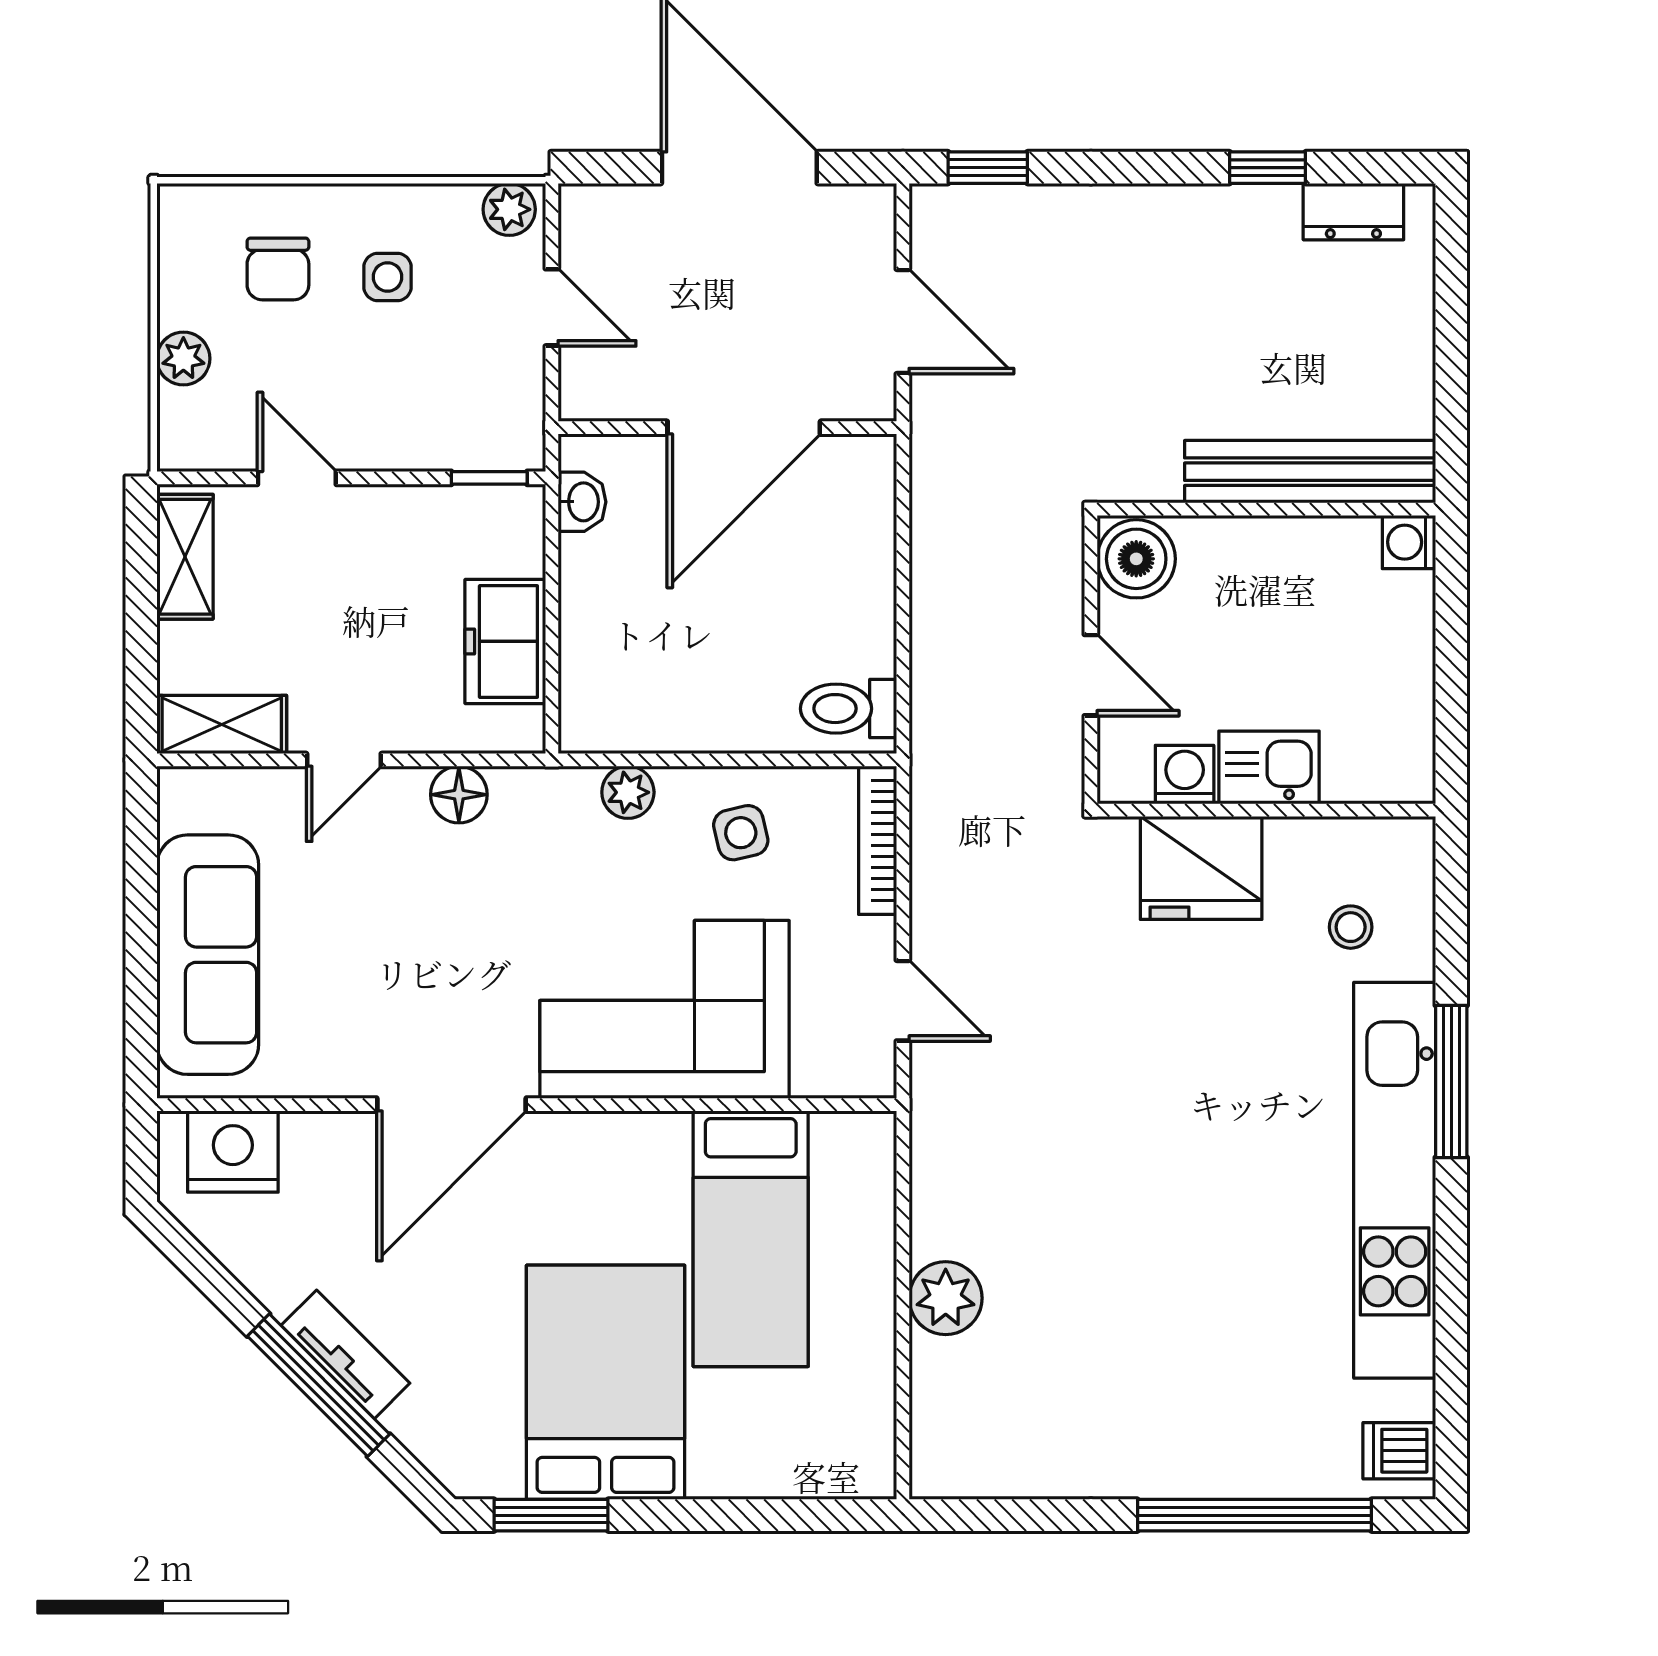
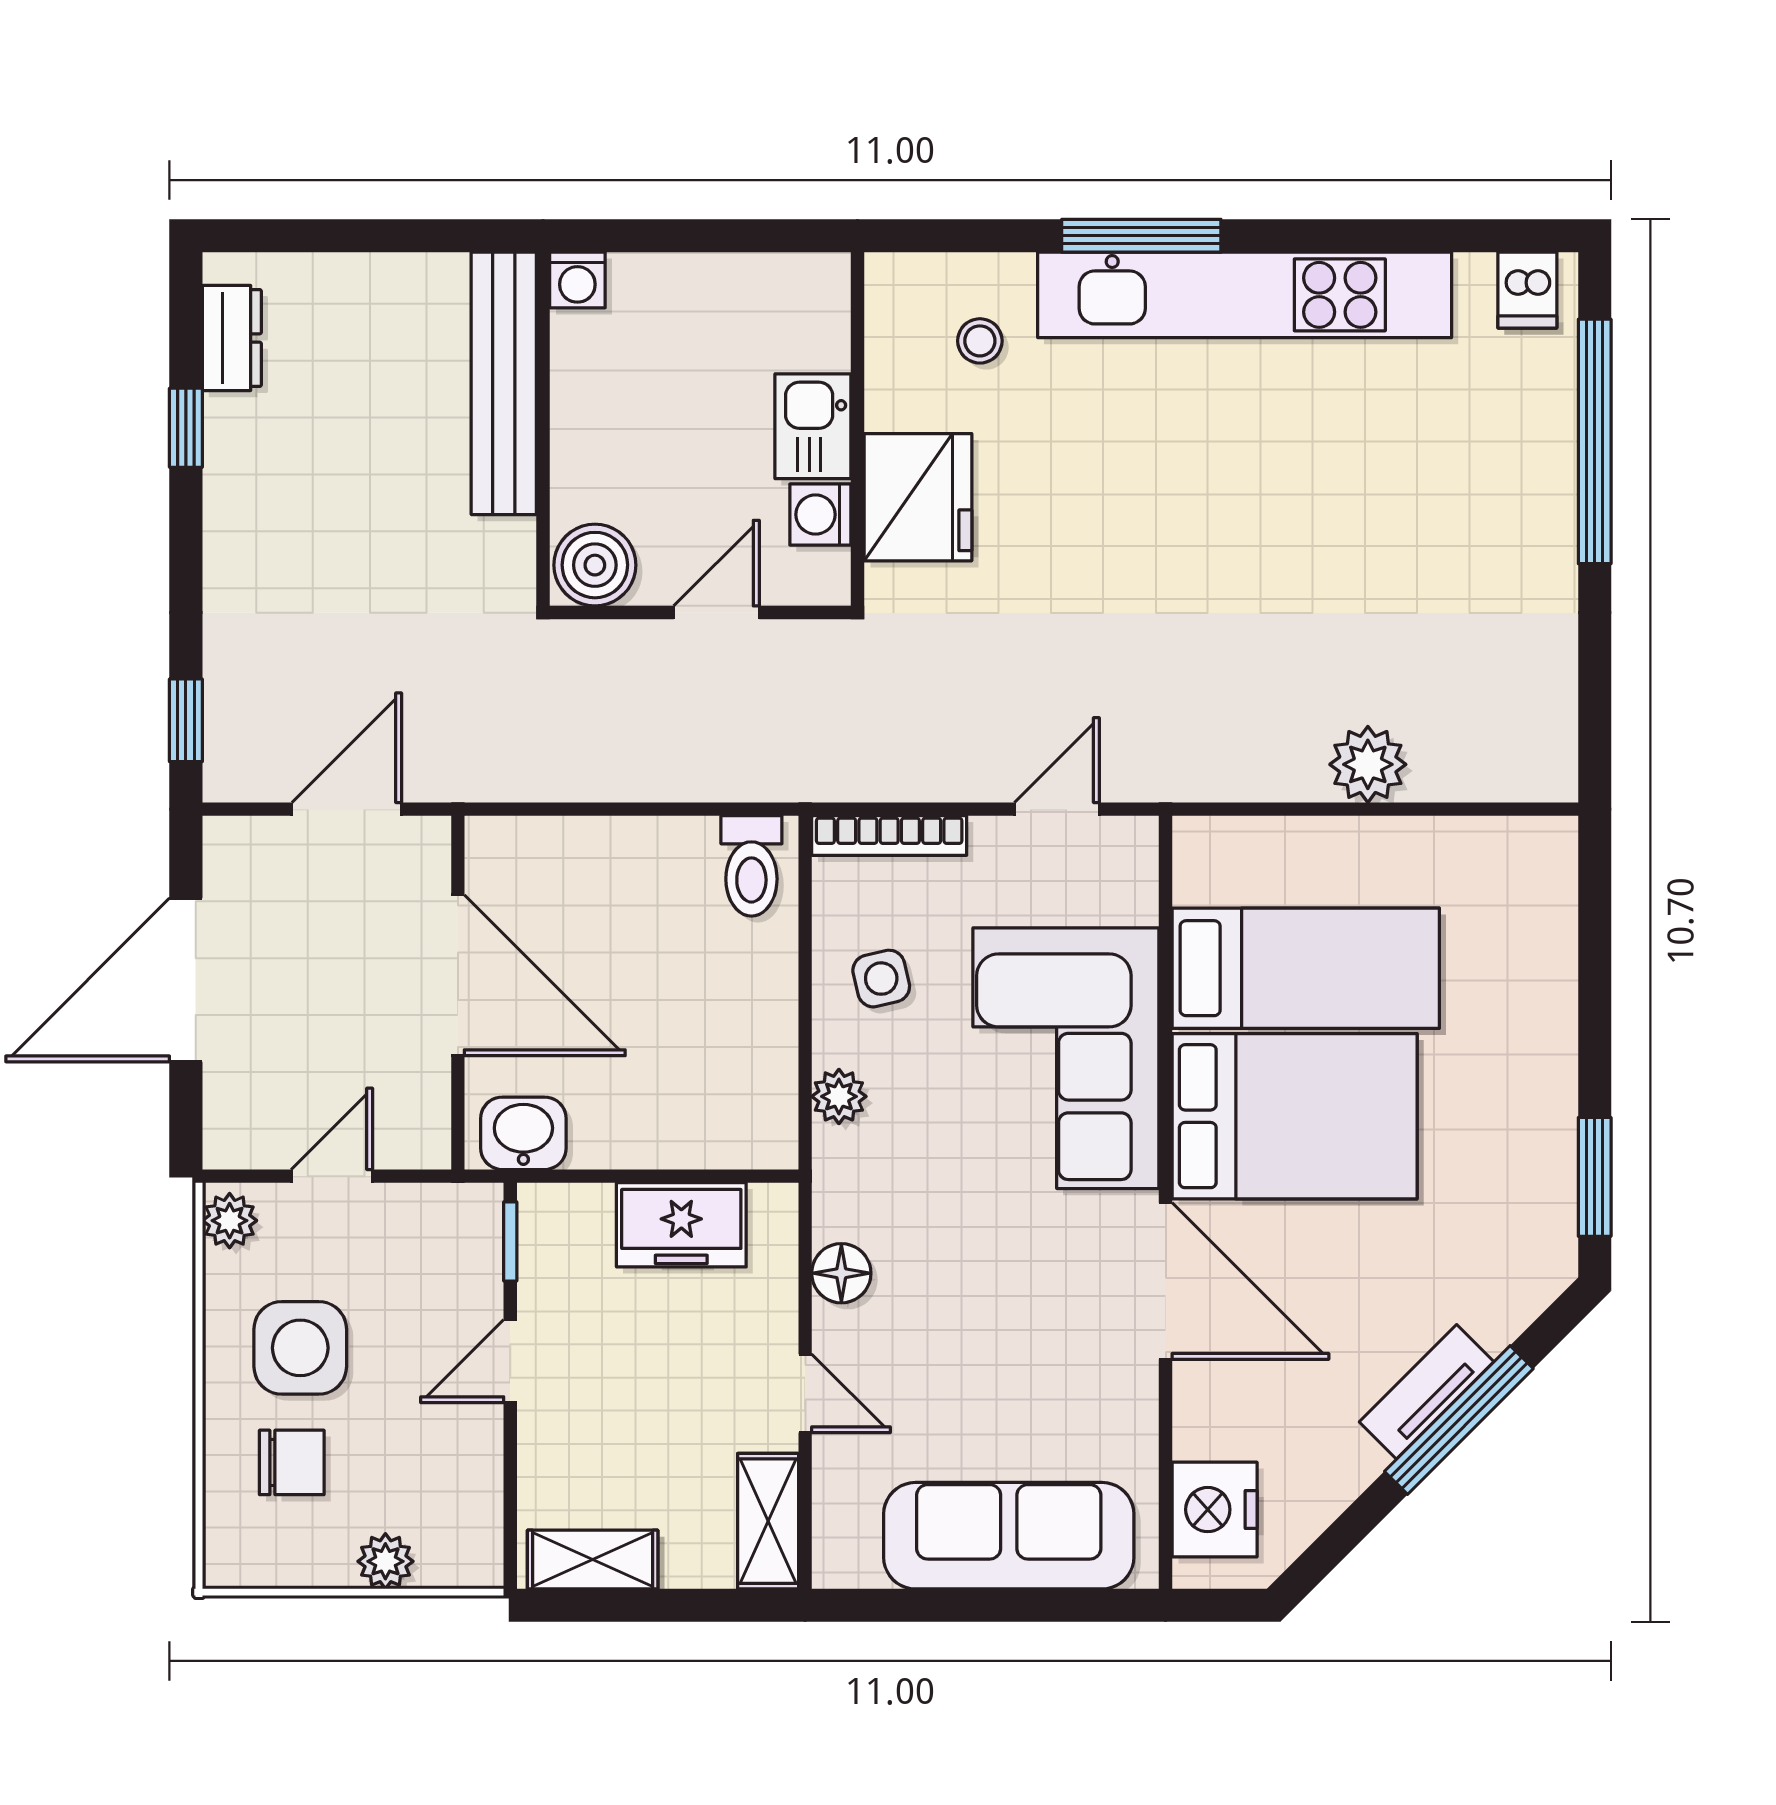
side table: (387, 277) -> (300, 1348), width x1.87, depth x1.87
door: (297, 478) -> (510, 1361), moved
washbasin: (582, 502) -> (523, 1133), width x1.38, depth x1.45
bed: (606, 1382) -> (1295, 1116), moved, turned 180

